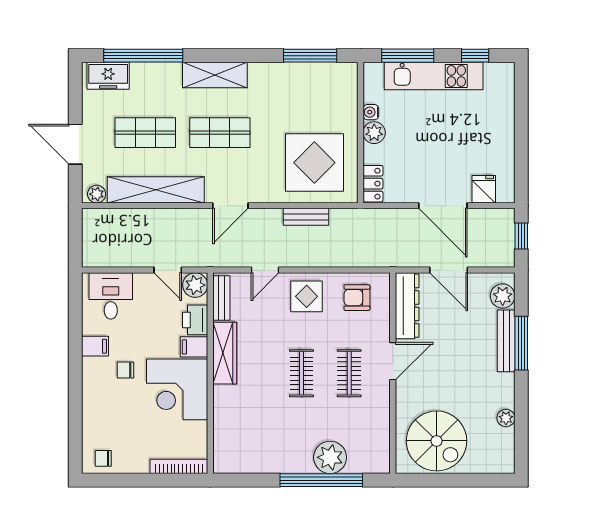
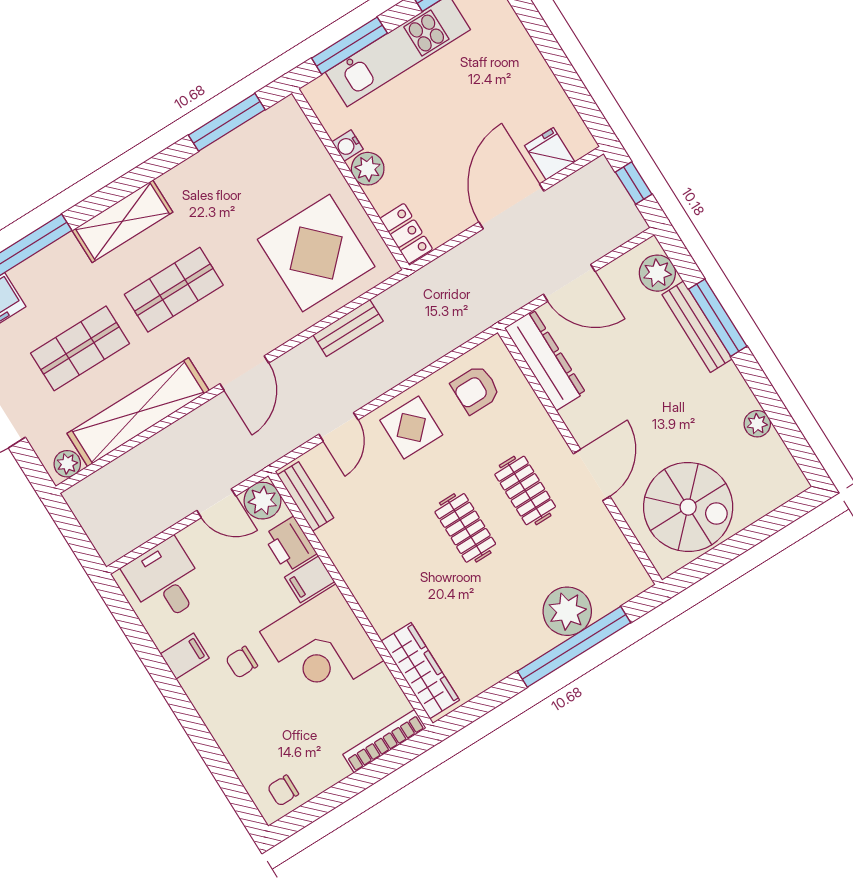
door: (443, 206) -> (511, 206), swing flipped
wardrobe: (225, 353) -> (420, 671), moved
door: (393, 361) -> (592, 475), moved

